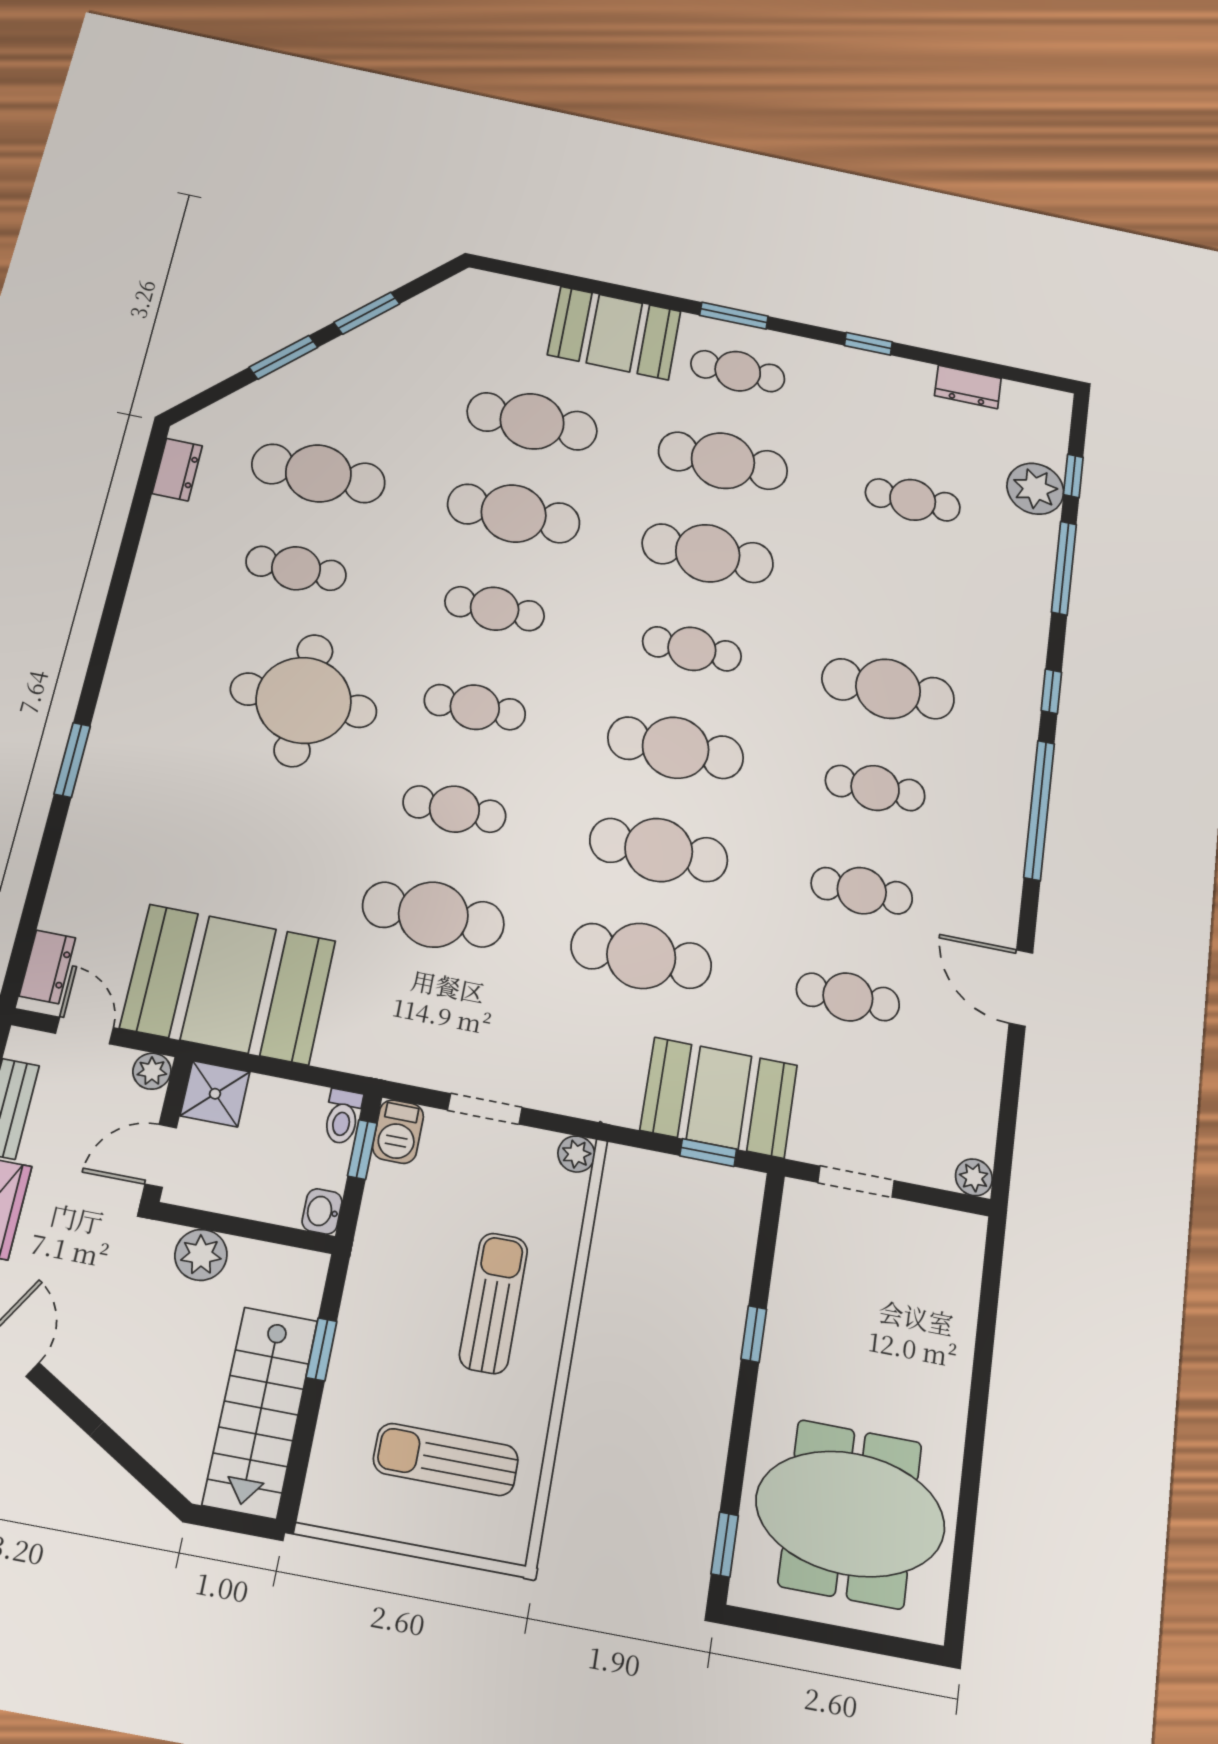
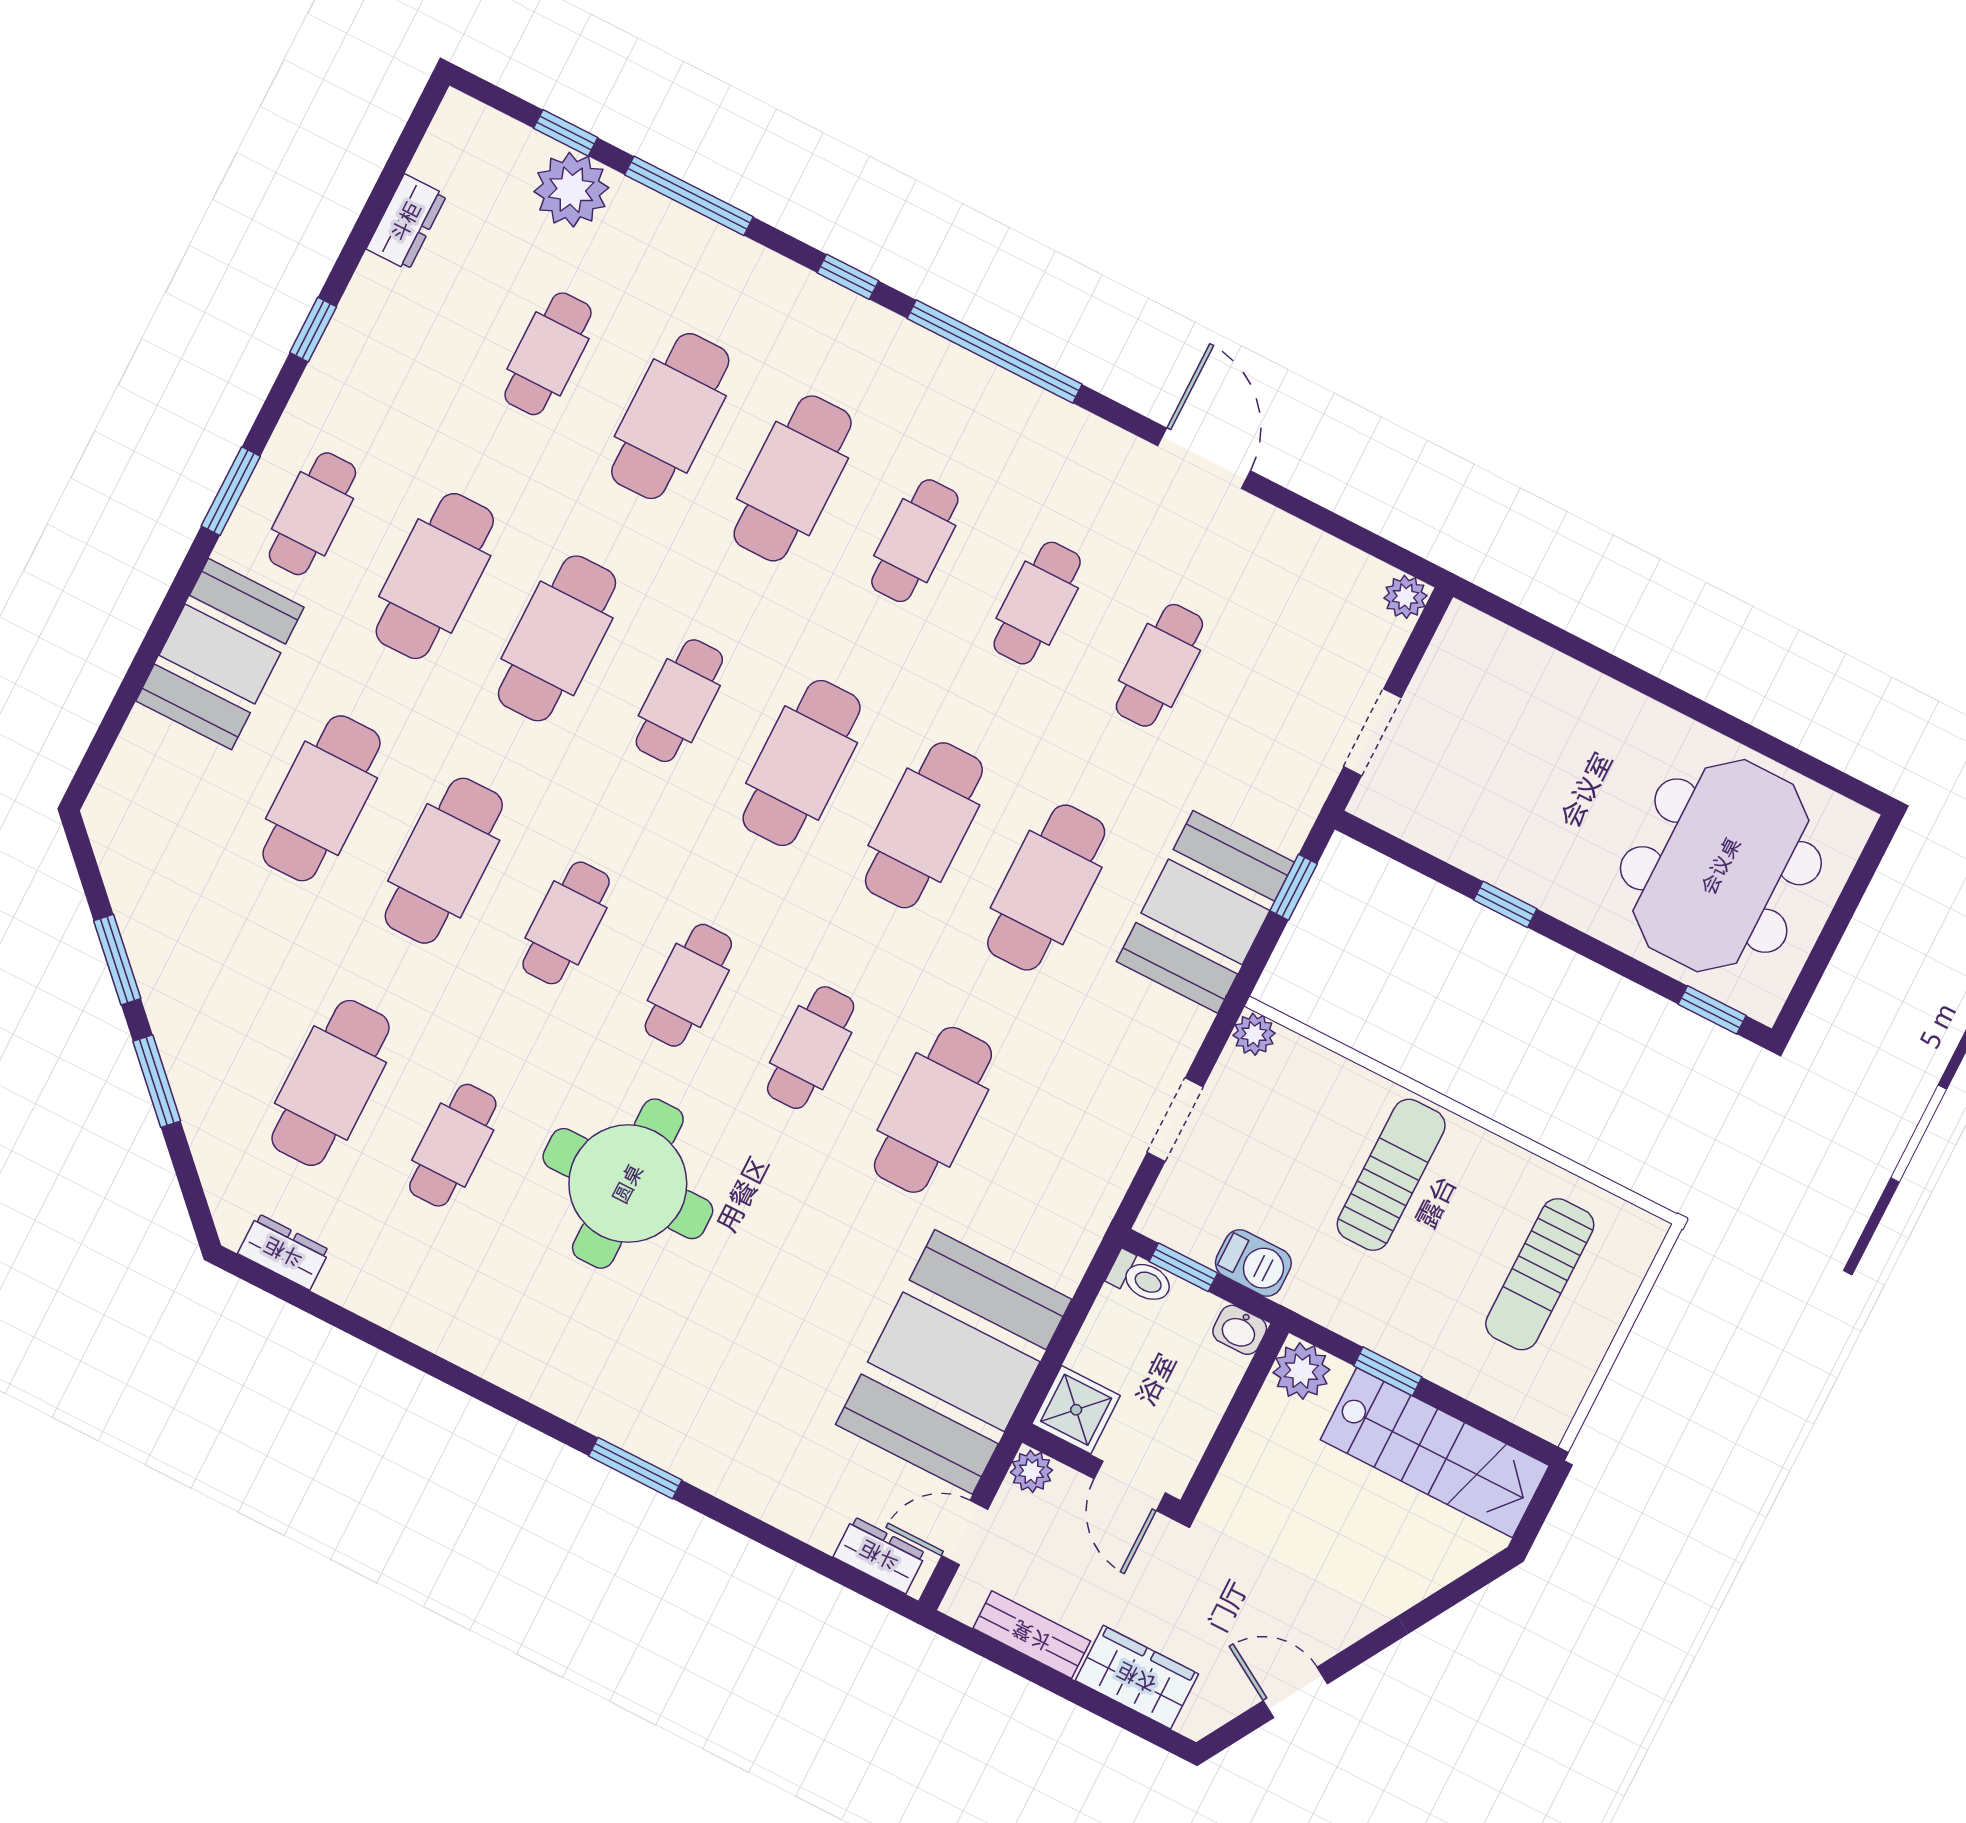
cafe table: (901, 593) -> (670, 416), added
door: (1021, 988) -> (1204, 458), swing flipped
booth: (719, 1098) -> (1205, 912), moved
barbecue: (398, 1132) -> (1253, 1263), moved
plant: (201, 1255) -> (1301, 1371), moved
sun lounger: (494, 1303) -> (1391, 1175), turned 90

